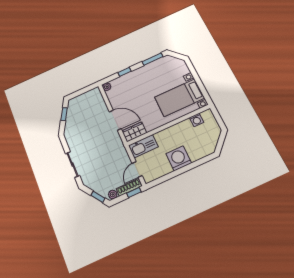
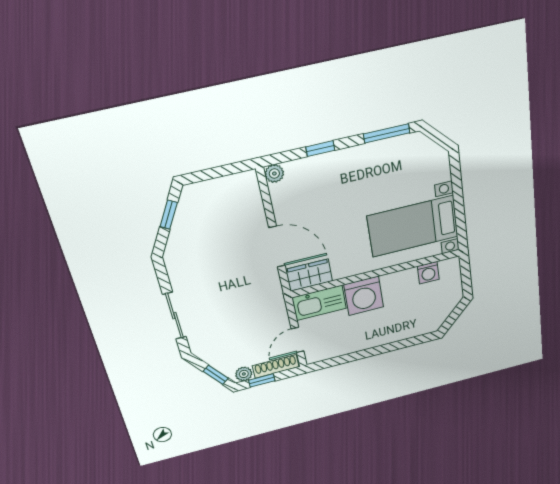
washing machine: (179, 158) -> (364, 296), moved, turned 180
window: (134, 193) -> (262, 380), moved

